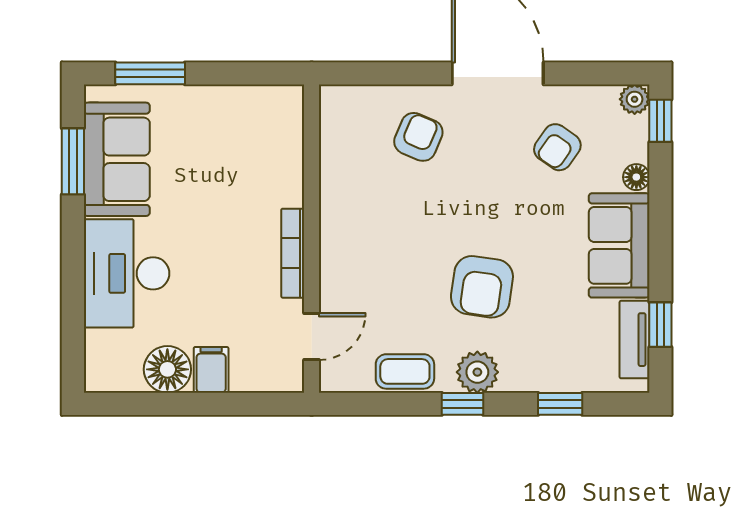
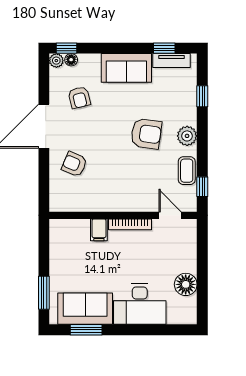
armchair: (557, 147) -> (79, 98), turned 41
floor lamp: (636, 177) -> (71, 60), moved
filing cabinet: (211, 370) -> (99, 230), moved, turned -90
window: (462, 404) -> (202, 187), moved

